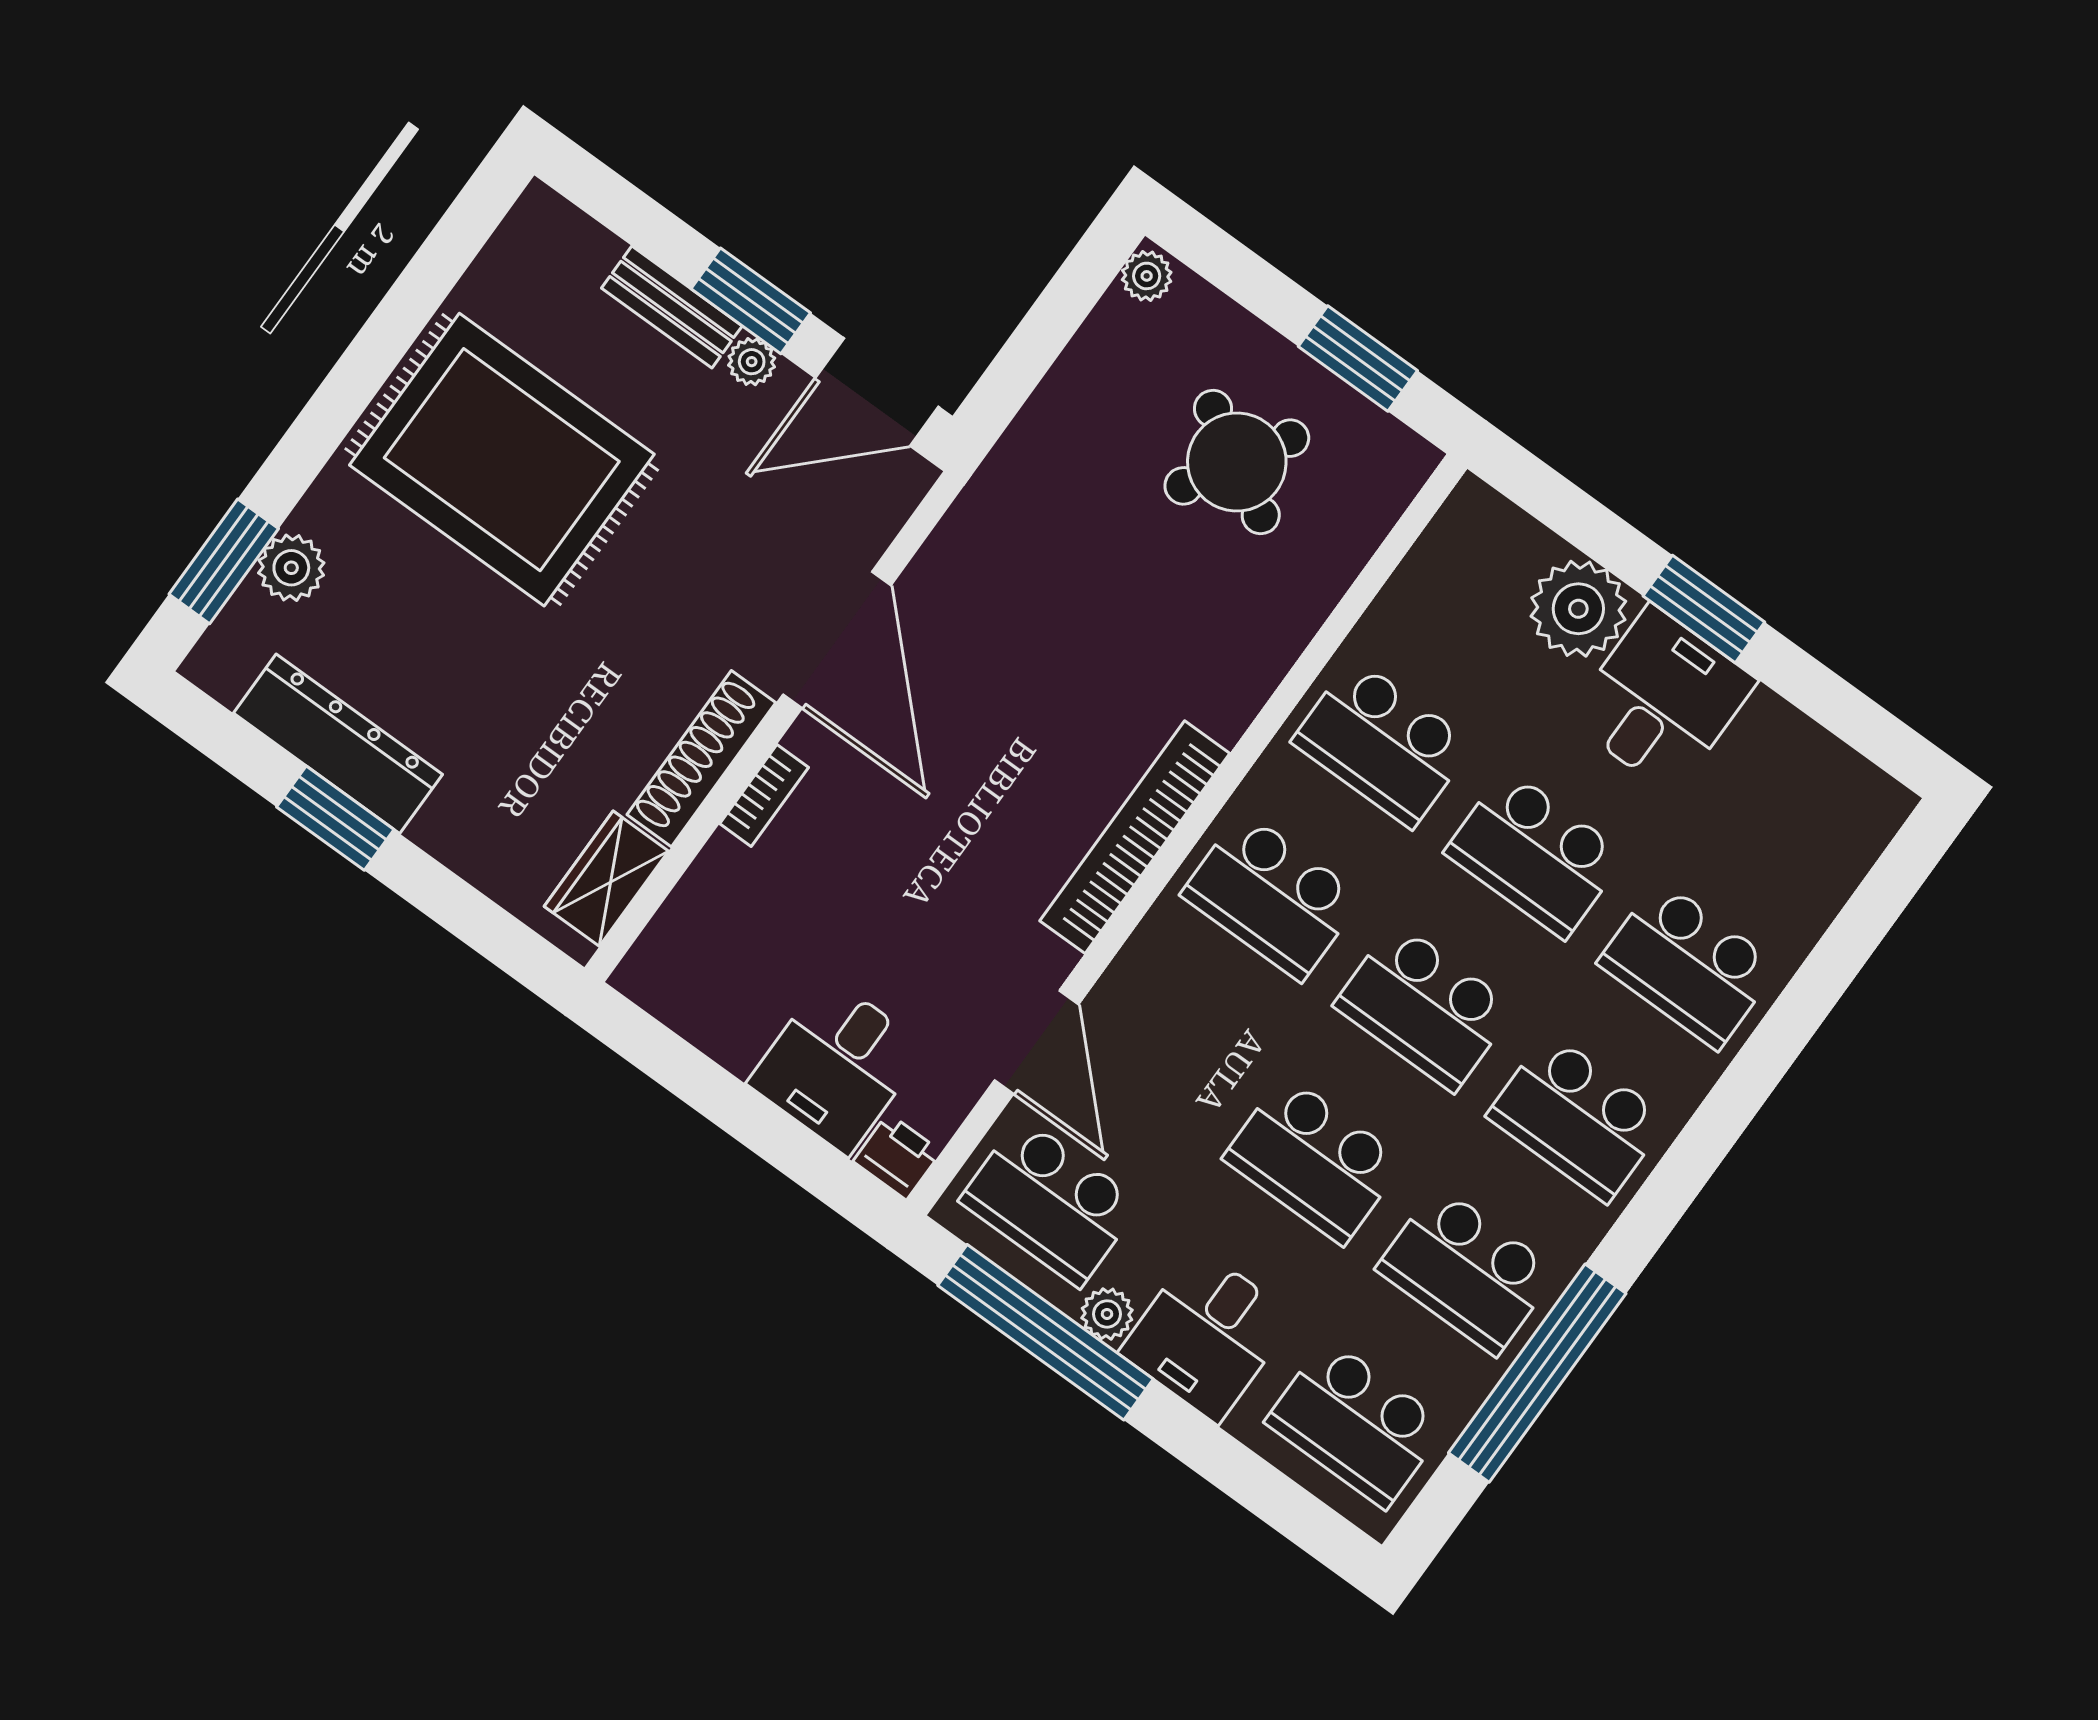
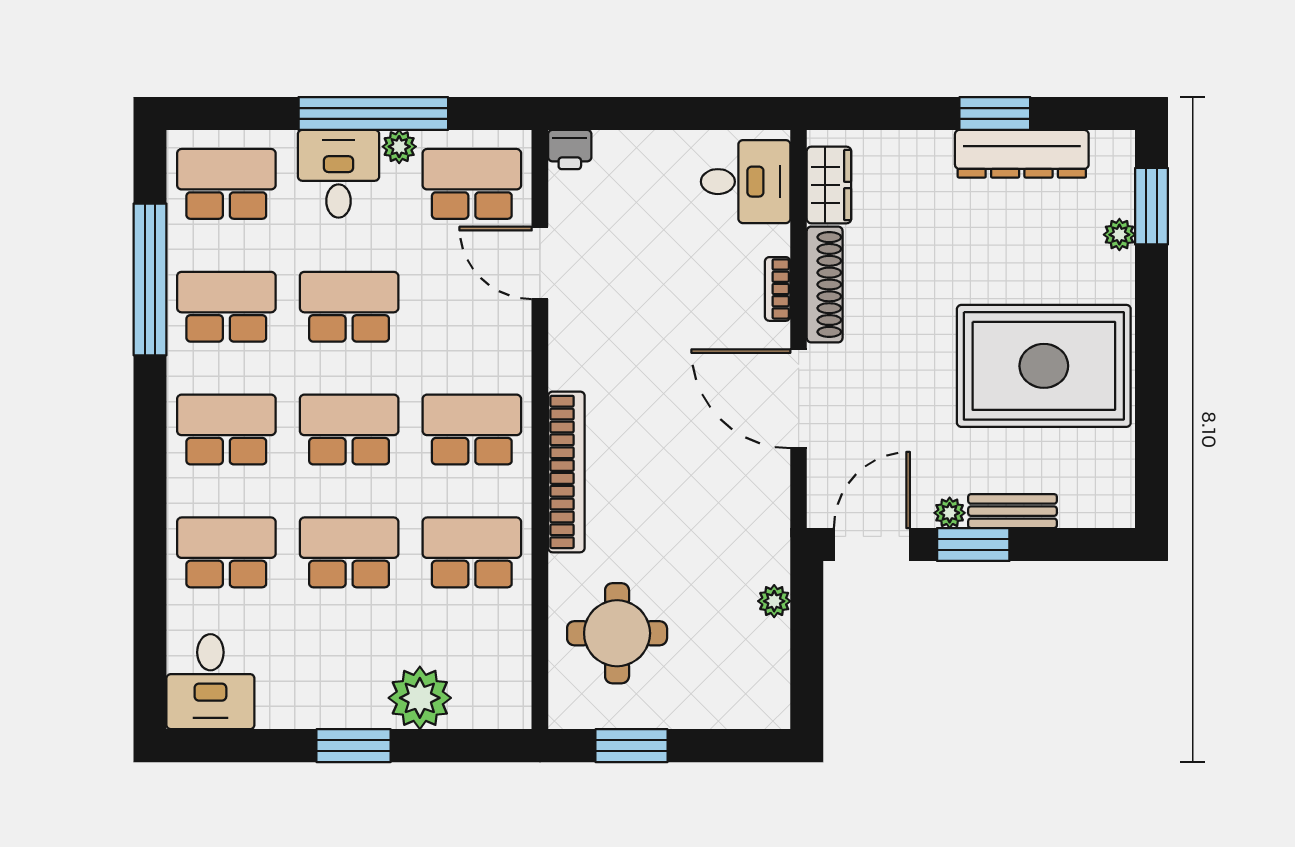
plant: (1147, 276) -> (774, 601), moved
round table: (1237, 462) -> (617, 633), moved, turned -30
plant: (291, 568) -> (1119, 235), width x0.73, depth x0.73
desk: (1662, 700) -> (210, 682), moved
bookcase: (1135, 837) -> (566, 472), moved
desk: (837, 1065) -> (746, 182), moved, turned 90
window: (1045, 1332) -> (373, 113), moved

